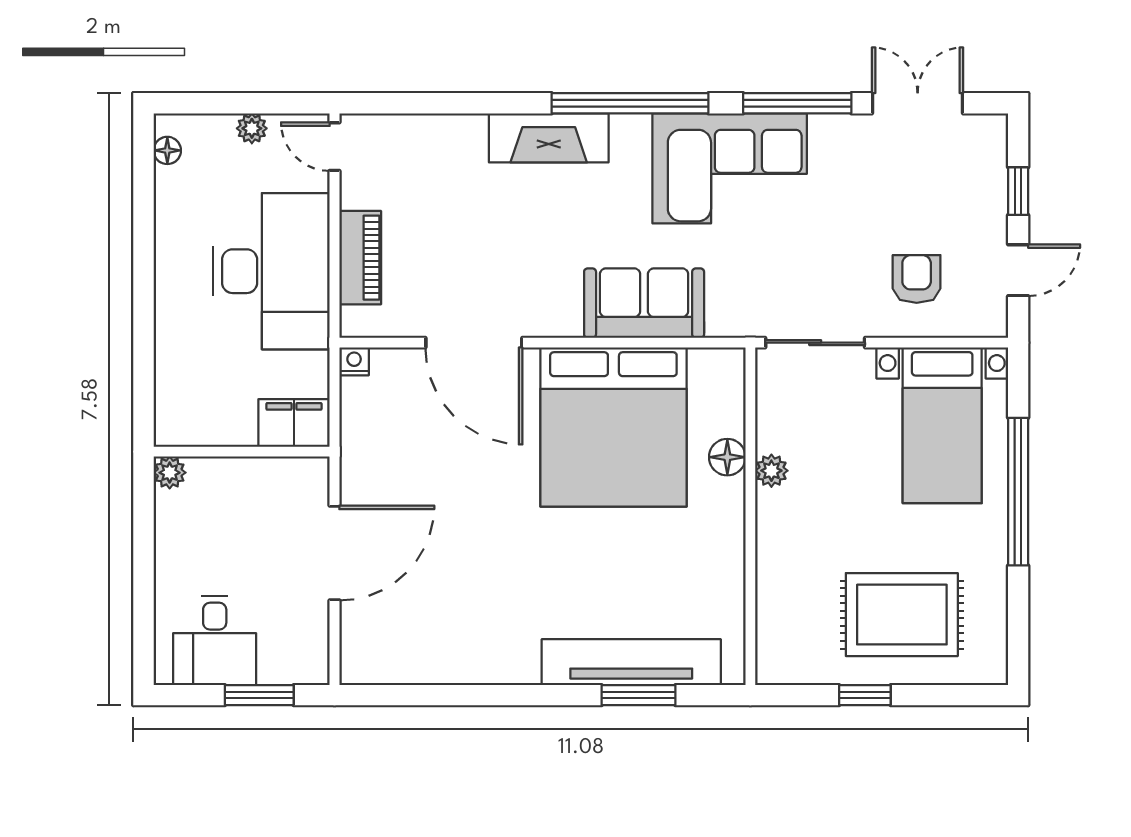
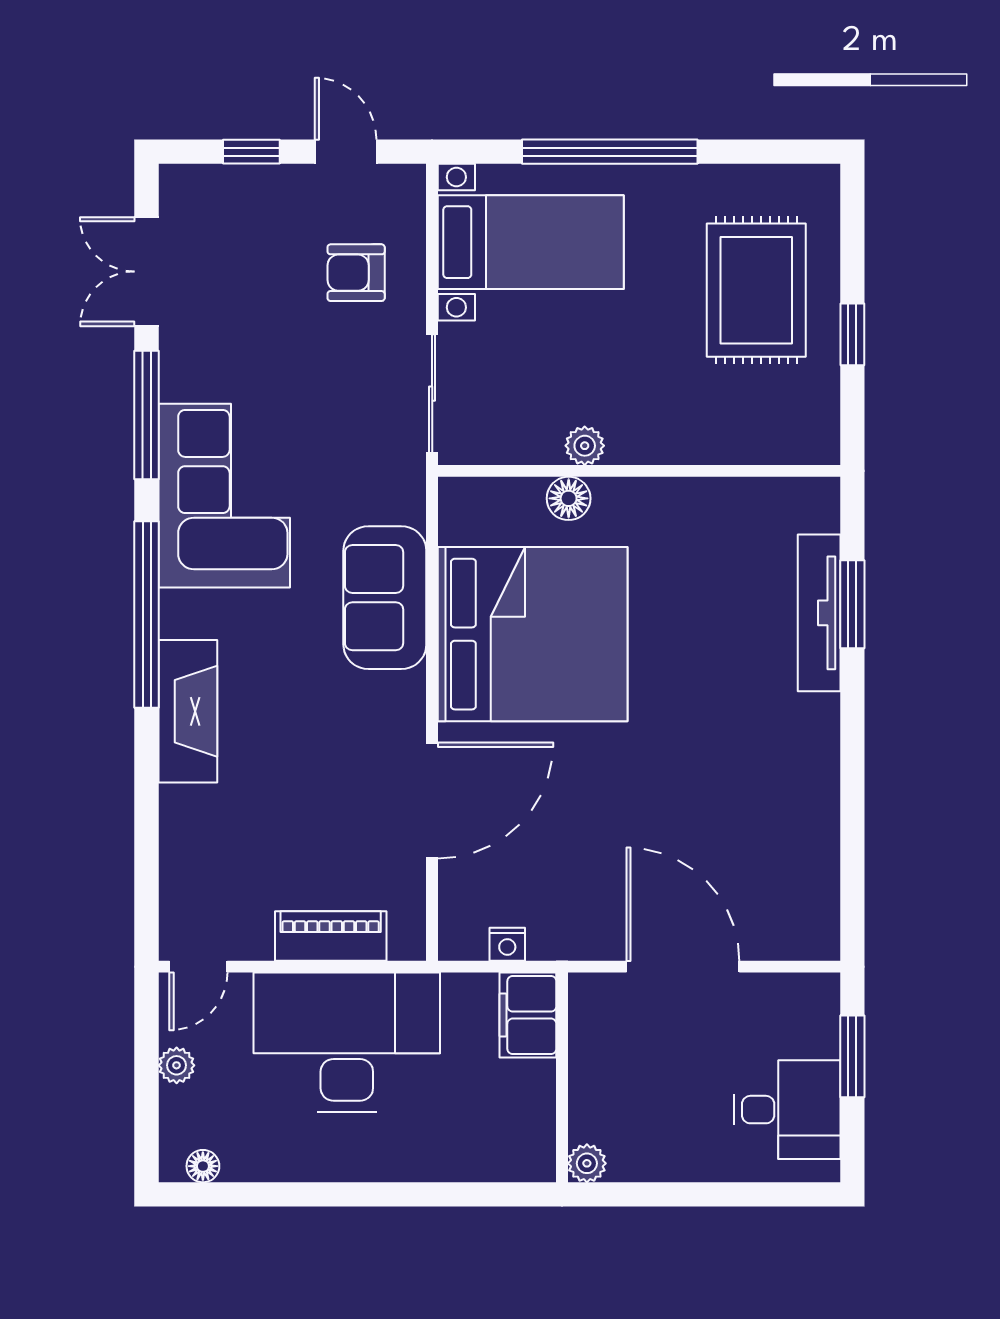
nightstand: (354, 361) -> (507, 944), moved, turned -90
tv unit: (631, 662) -> (819, 613), width x0.73, depth x0.78

